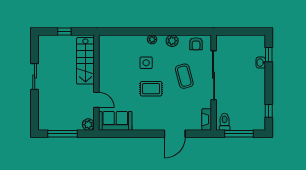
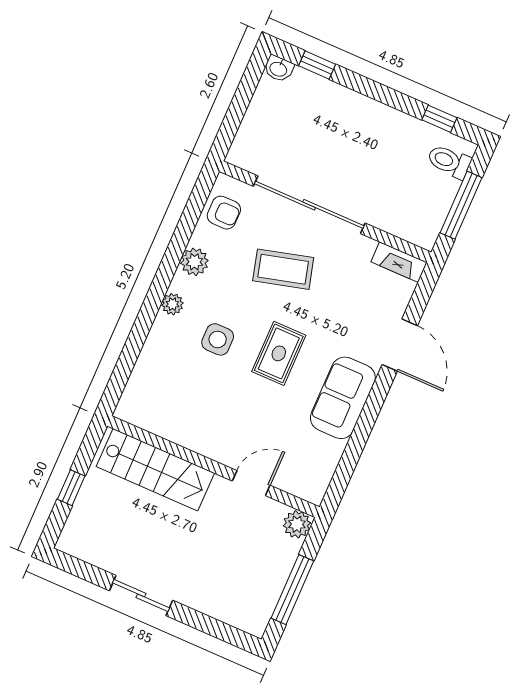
washbasin: (261, 63) -> (279, 69), moved
sofa: (115, 121) -> (343, 398), moved
toilet: (225, 122) -> (449, 161), moved

